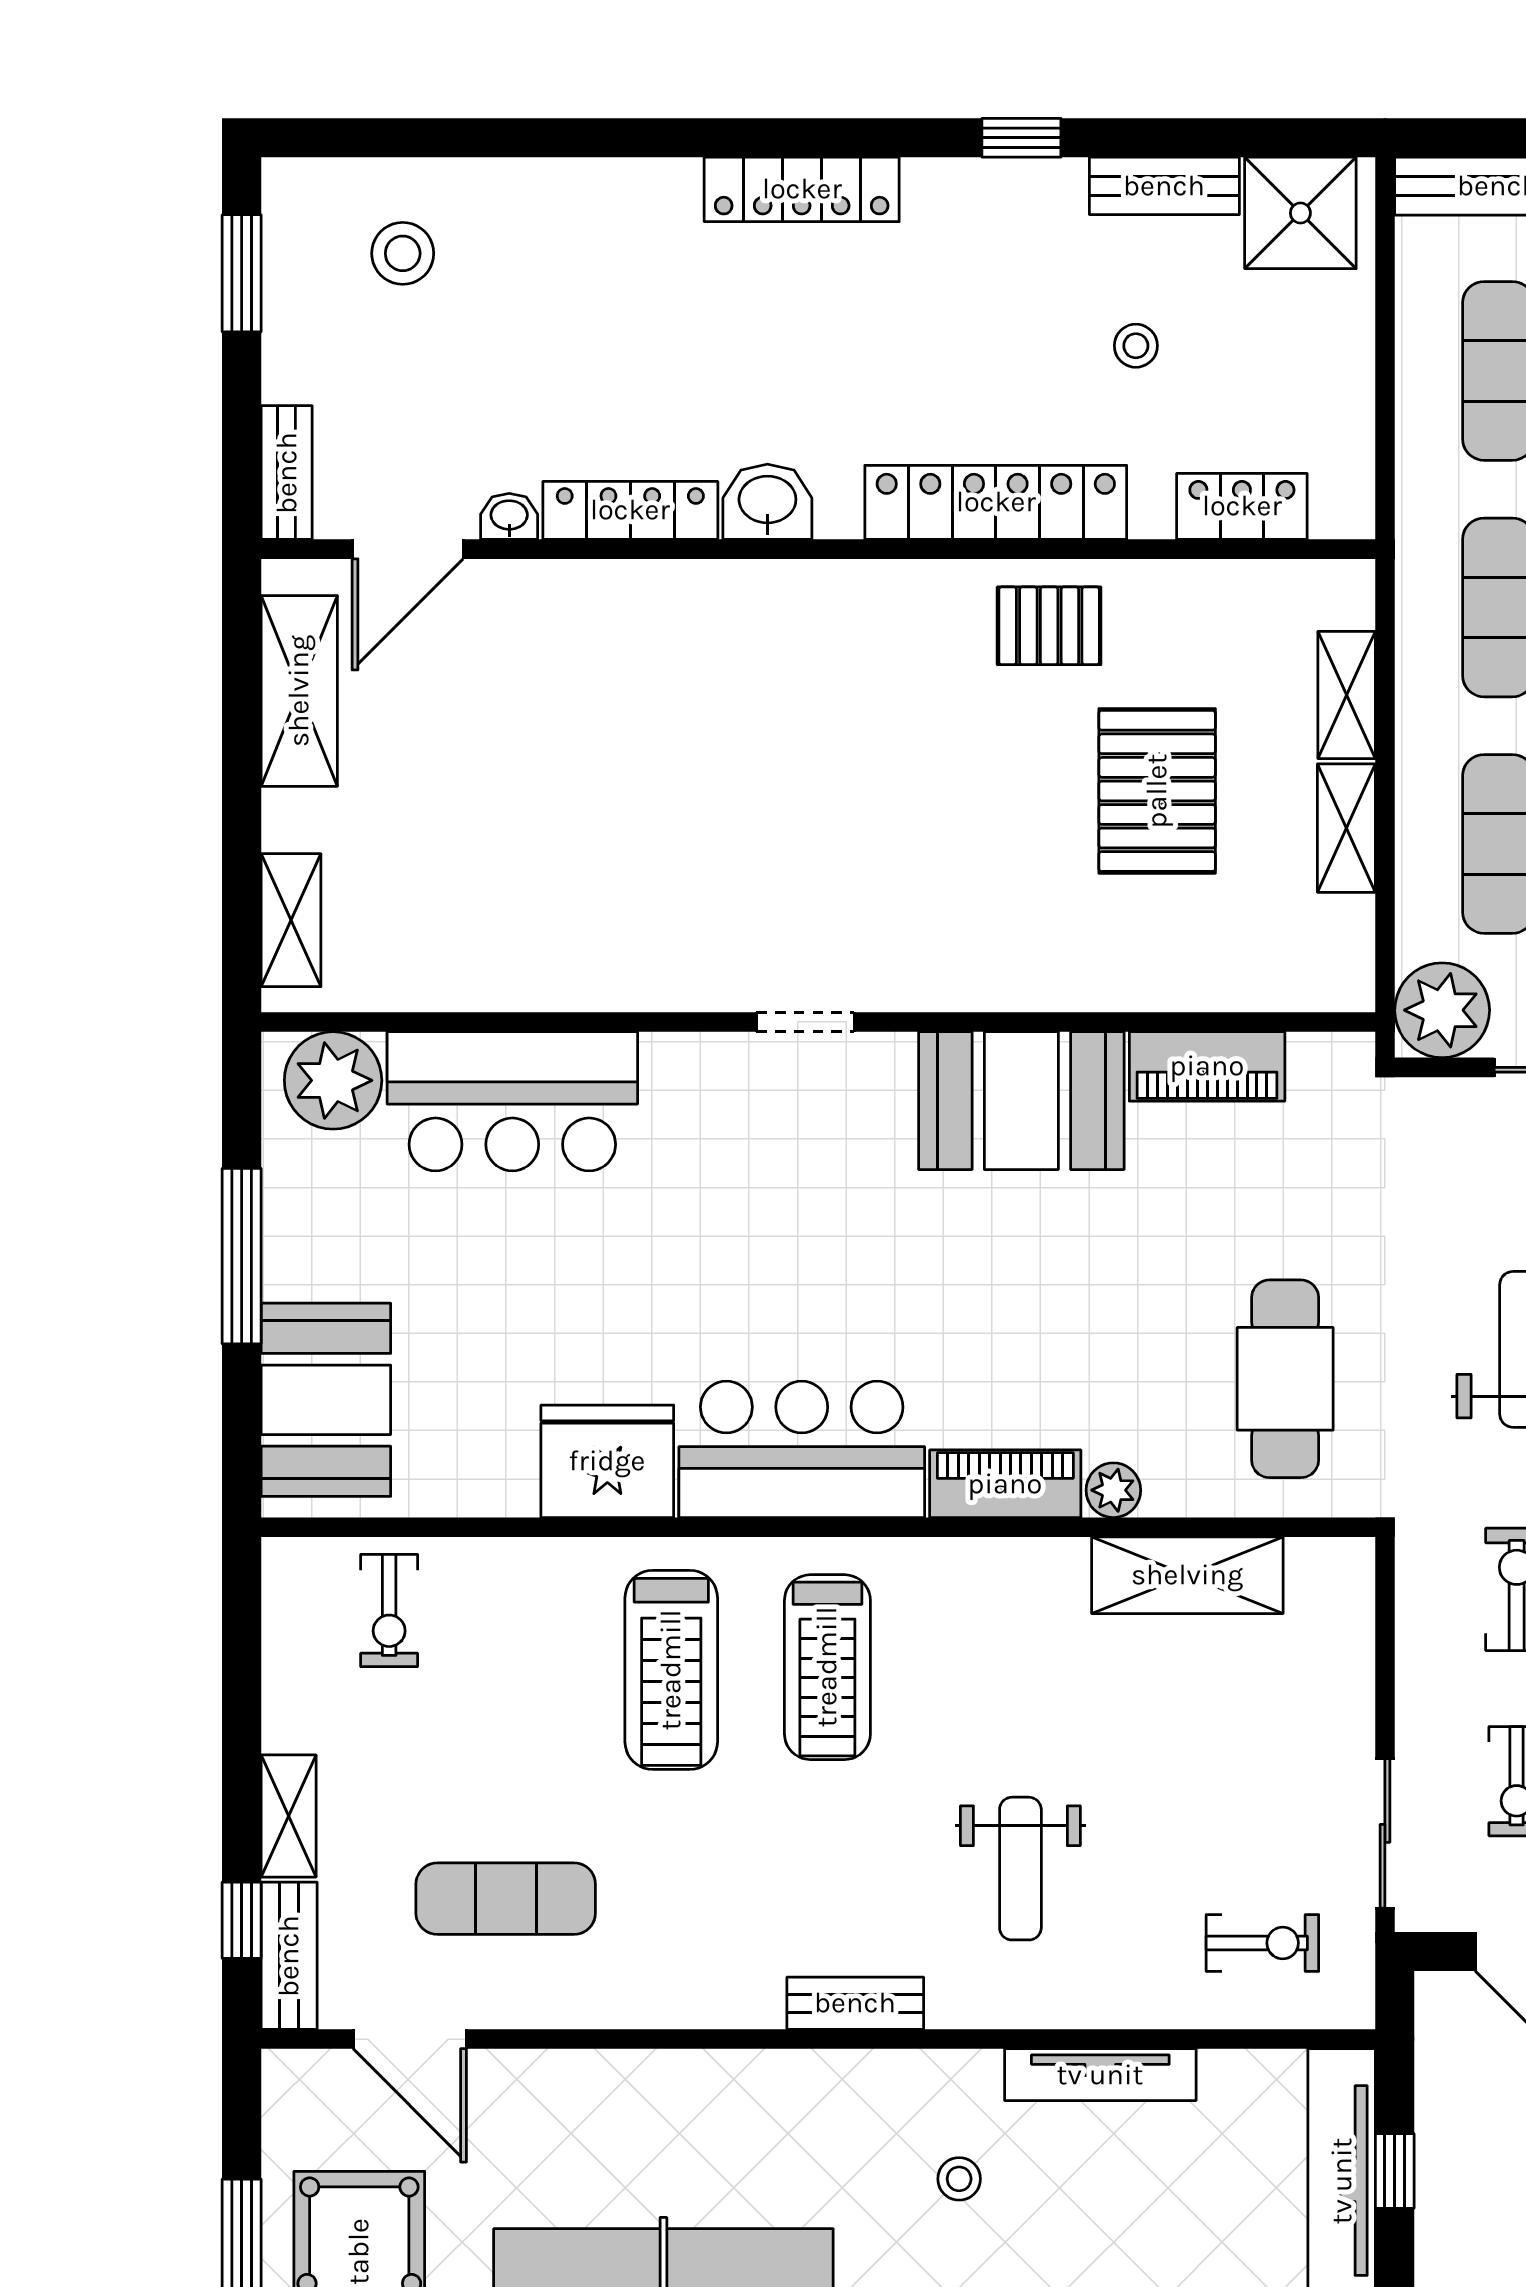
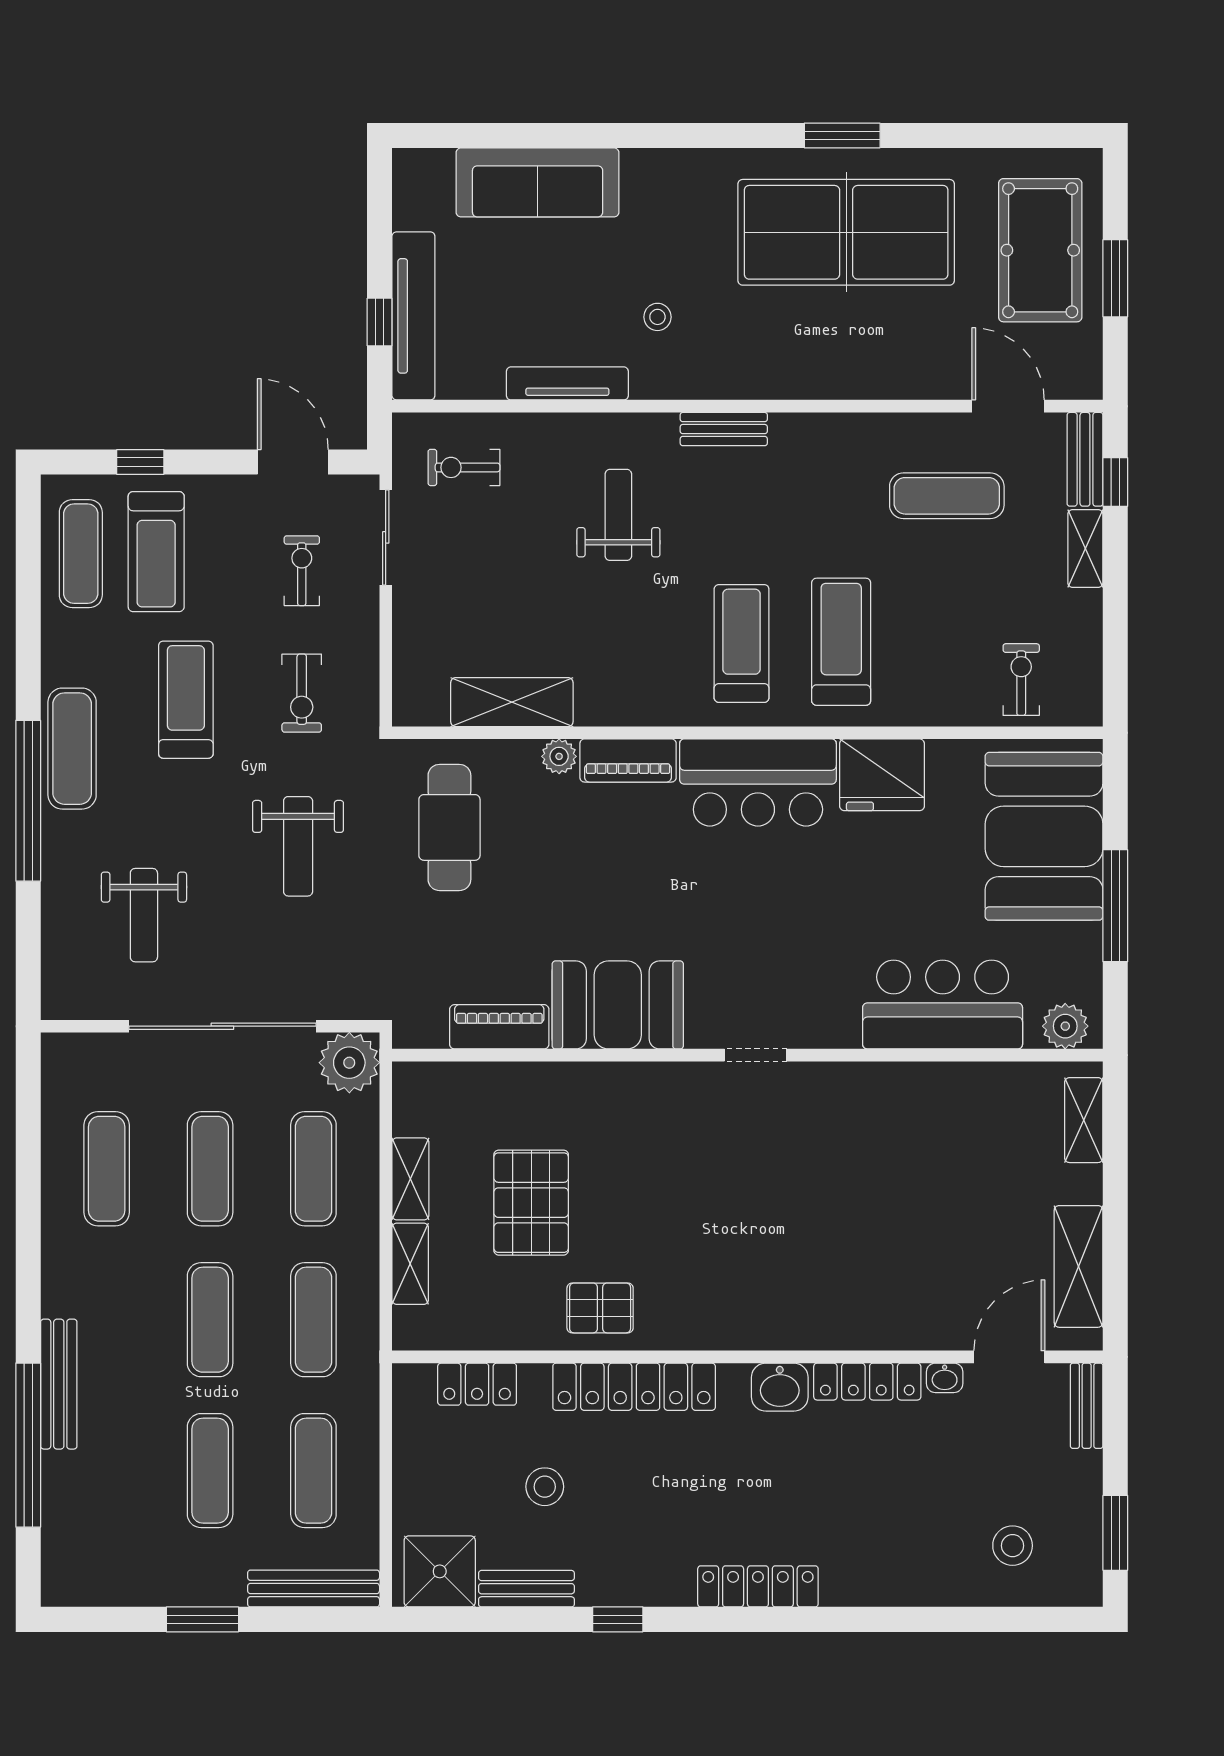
stool: (1136, 346) -> (545, 1487), width x1.37, depth x1.37
plant: (333, 1080) -> (1065, 1026), width x0.73, depth x0.73
booth: (326, 1400) -> (1044, 836), width x1.36, depth x1.42

